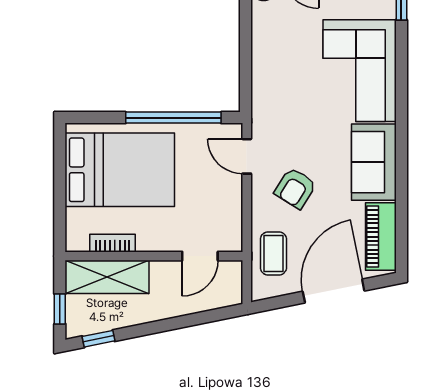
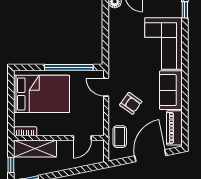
armchair: (295, 188) -> (131, 103), turned -86
bookcase: (113, 243) -> (25, 131), moved

